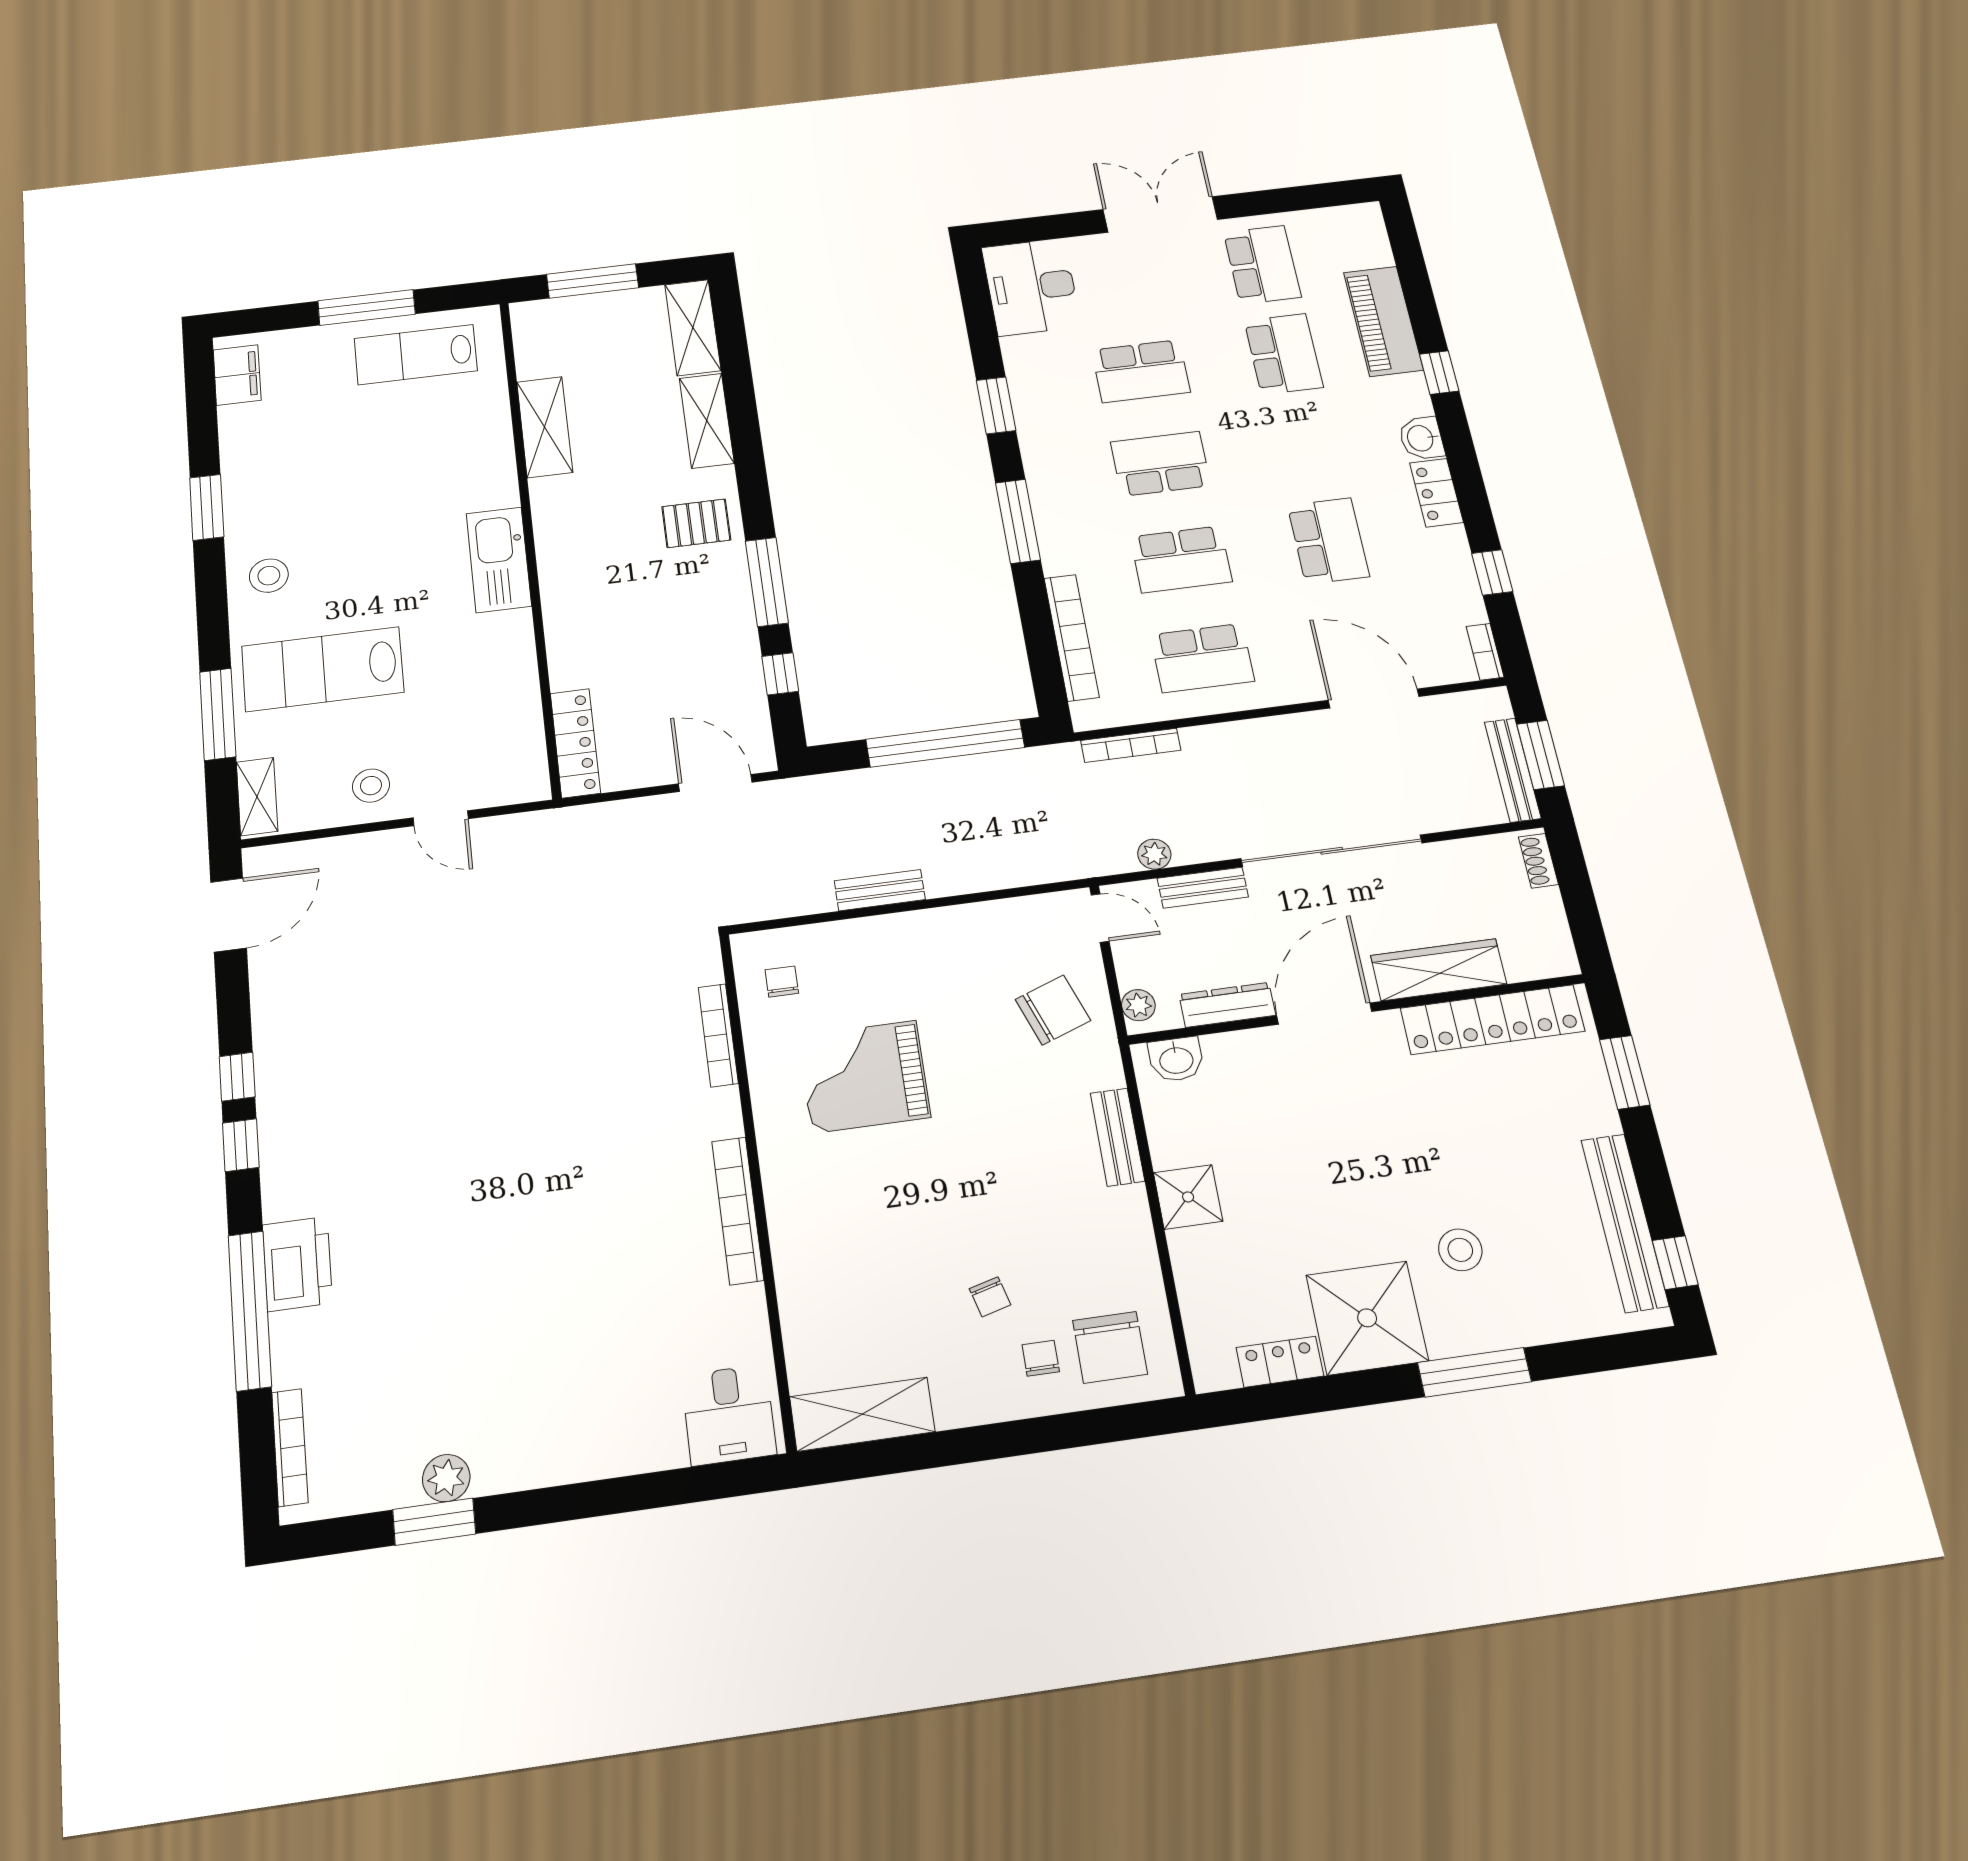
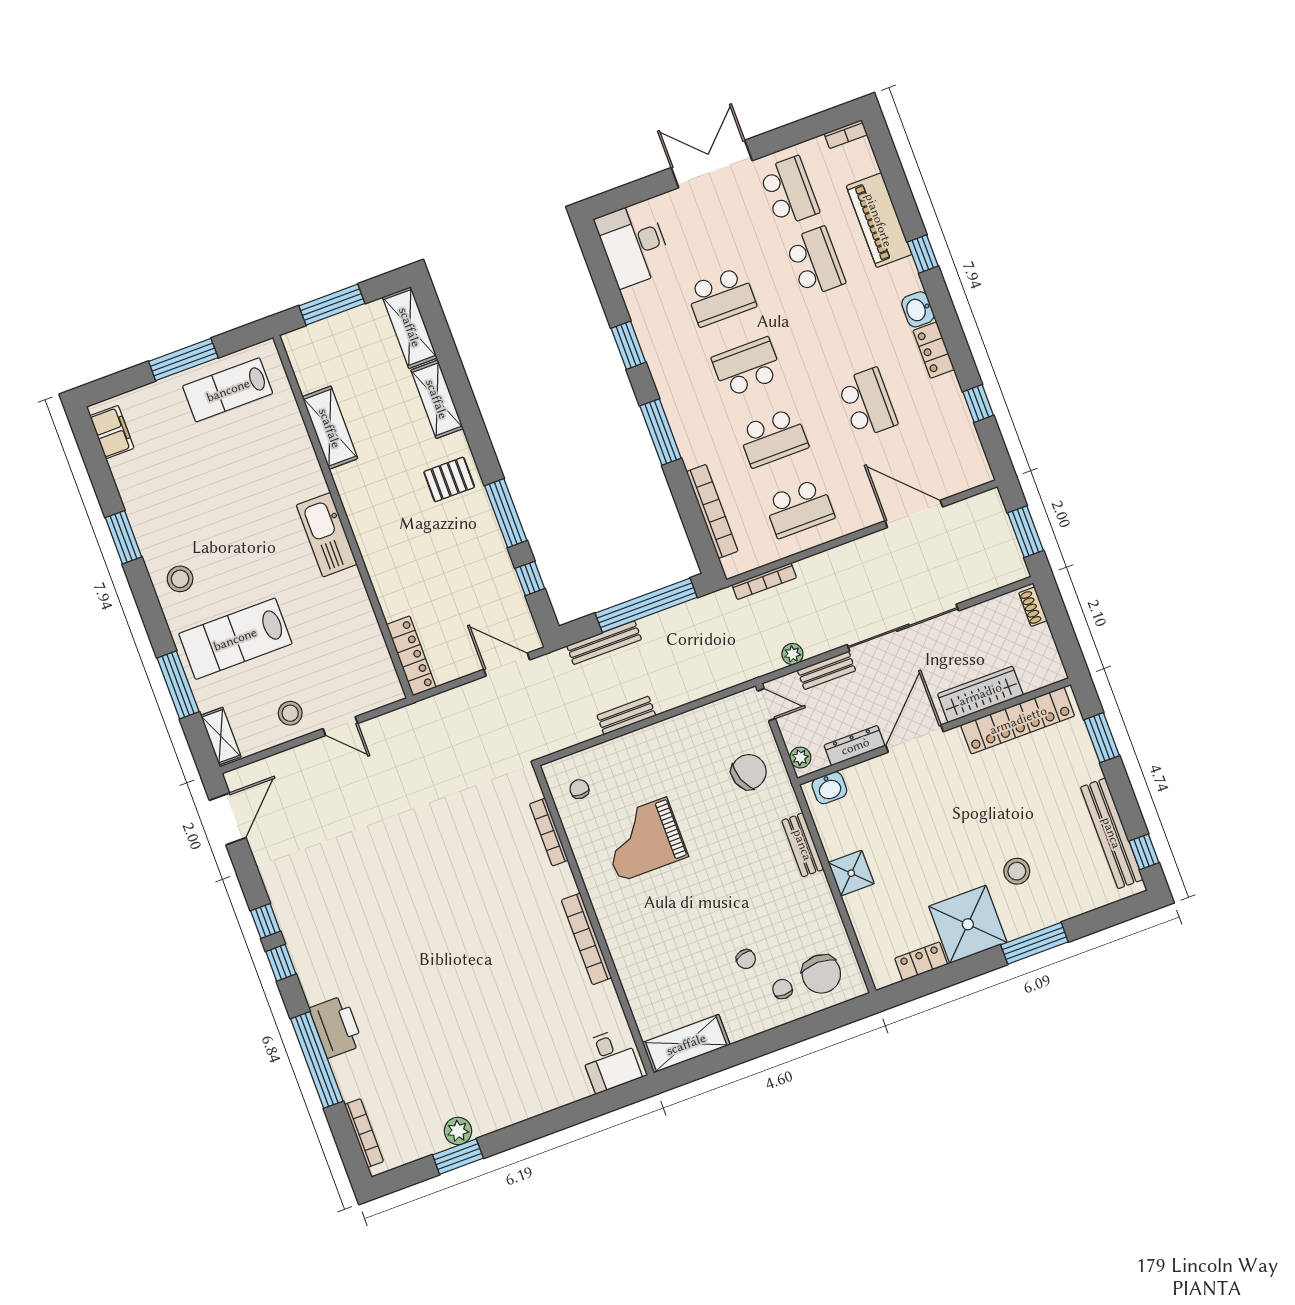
bookcase: (1485, 652) -> (846, 134), moved, turned -90
bench: (1513, 770) -> (604, 643), moved, turned 90

